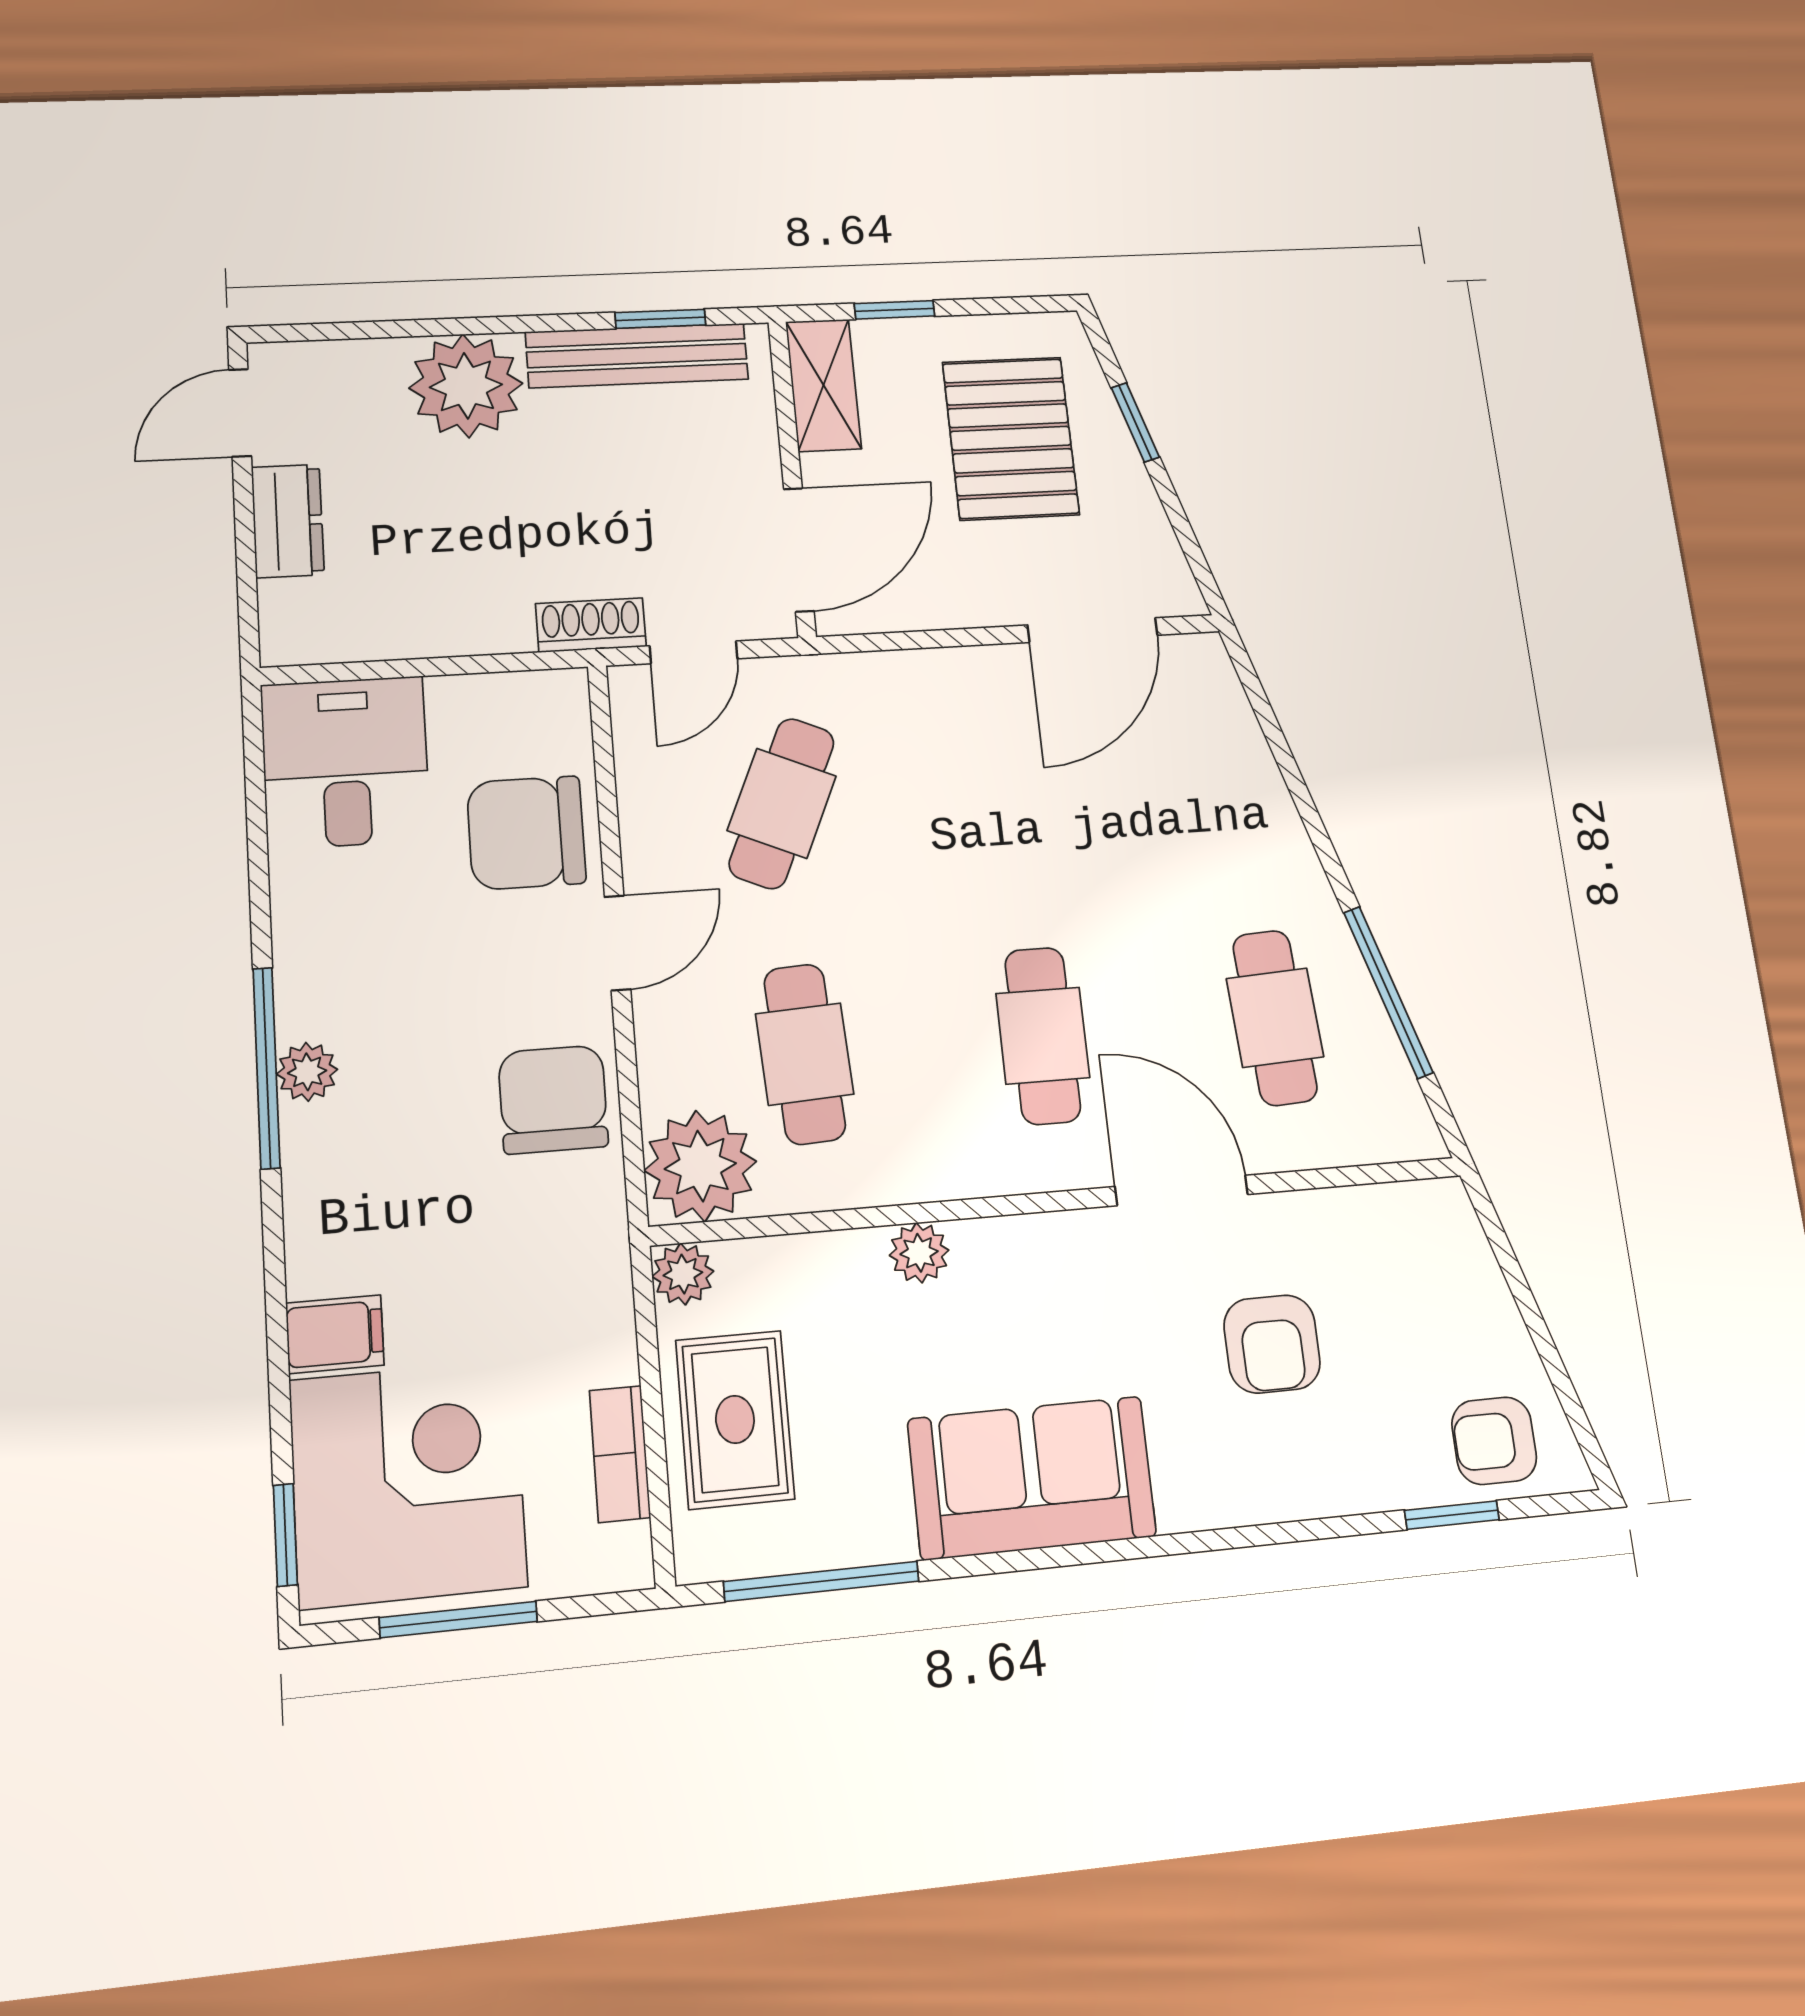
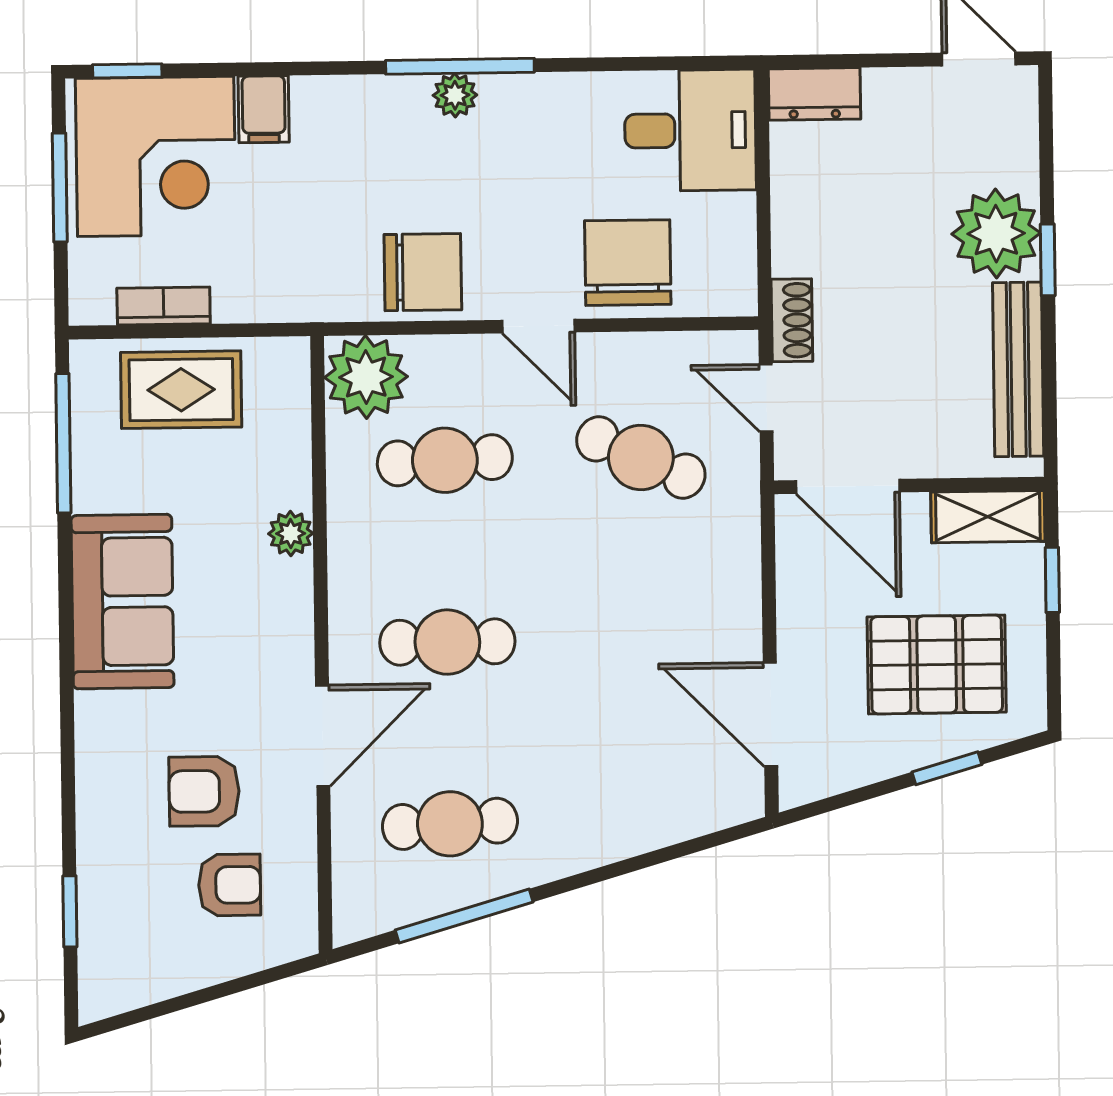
window: (660, 319) -> (1048, 260), moved
dresser: (288, 521) -> (814, 94), moved
plant: (683, 1274) -> (288, 359), removed
armchair: (1494, 1441) -> (230, 885), moved, turned 90

